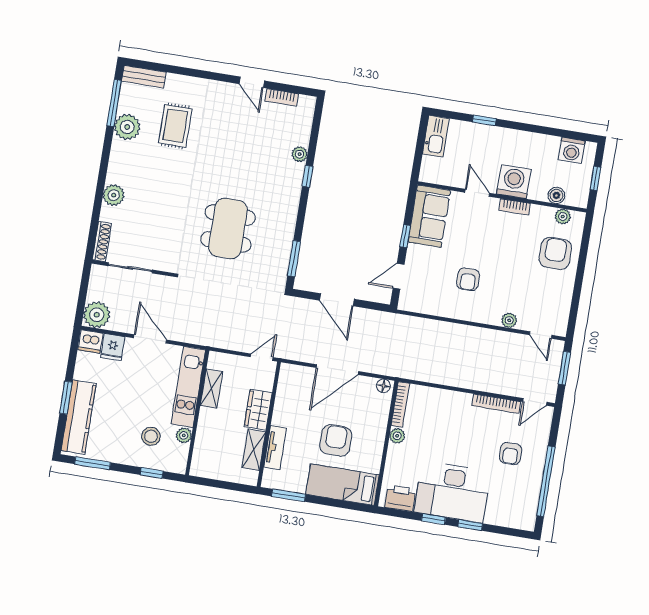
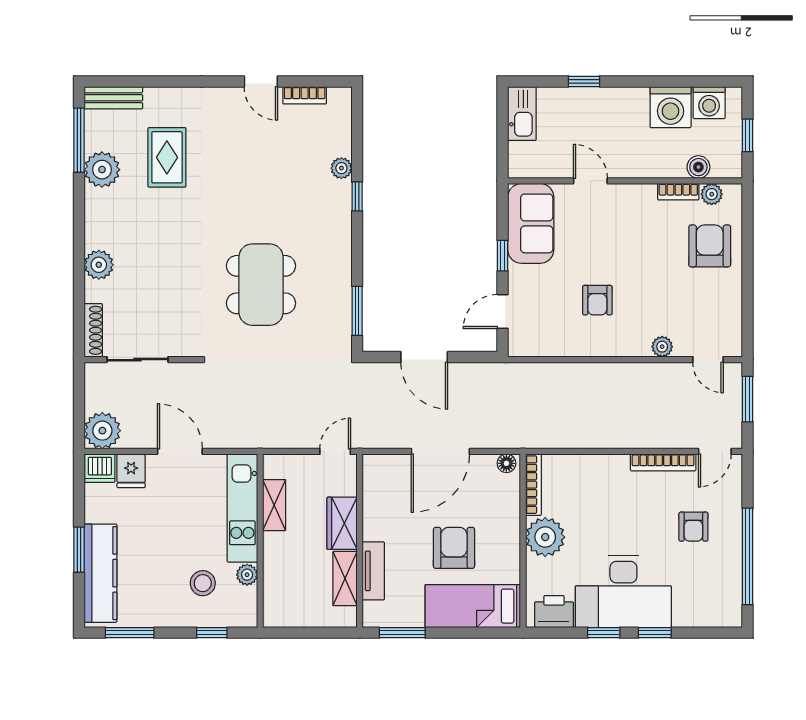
washing machine: (514, 182) -> (671, 107), moved, turned 180
bookcase: (515, 207) -> (678, 192), moved
plant: (397, 436) -> (545, 537), width x1.88, depth x1.88

